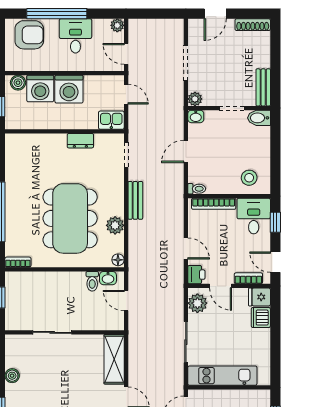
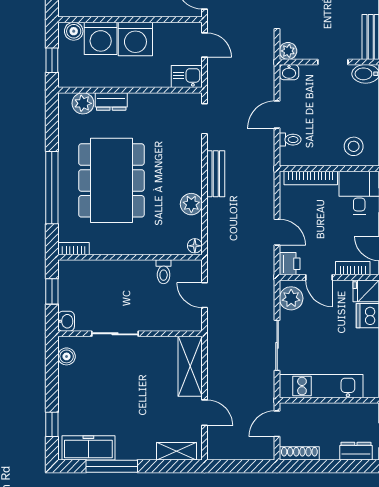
dresser: (80, 141) -> (111, 101), moved
plant: (26, 142) -> (83, 103), added
toilet: (197, 189) -> (290, 140), moved
dining table: (70, 218) -> (111, 180), moved
washbasin: (108, 278) -> (66, 321), moved, turned -90
boiler: (12, 376) -> (67, 356), moved

